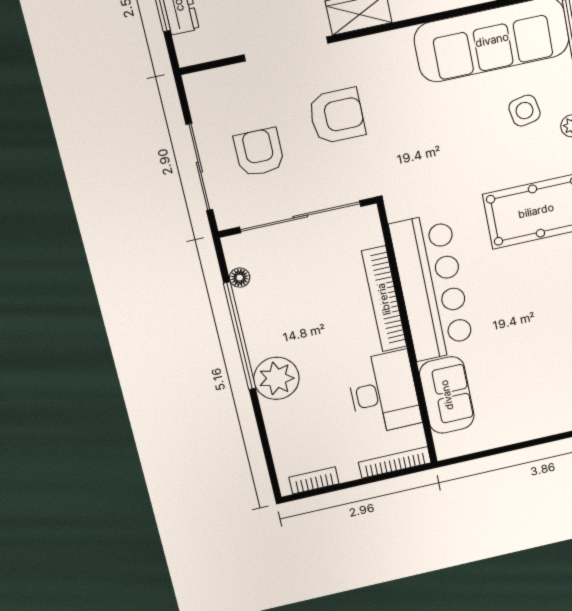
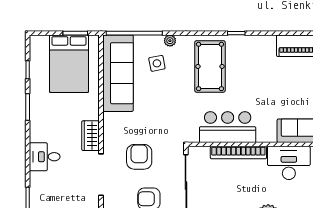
bar counter: (432, 287) -> (228, 127), width x0.73

